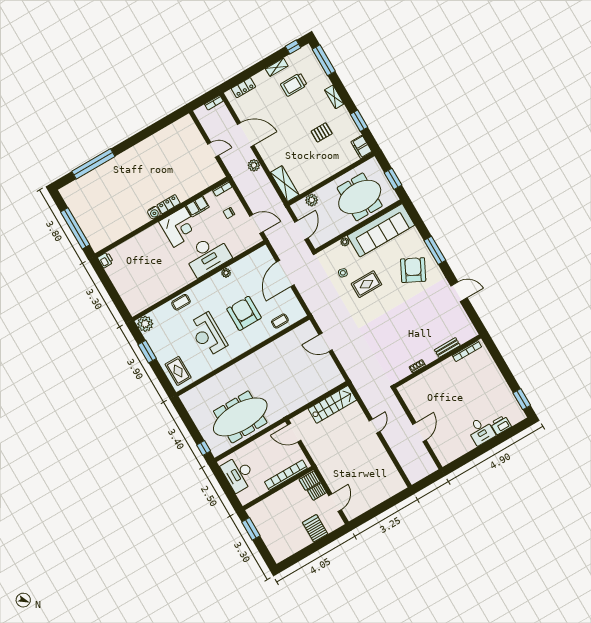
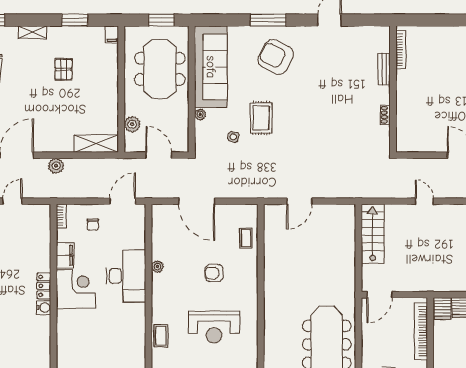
filing cabinet: (361, 147) -> (112, 34), width x0.50
armchair: (244, 313) -> (214, 273), width x0.53, depth x0.53

